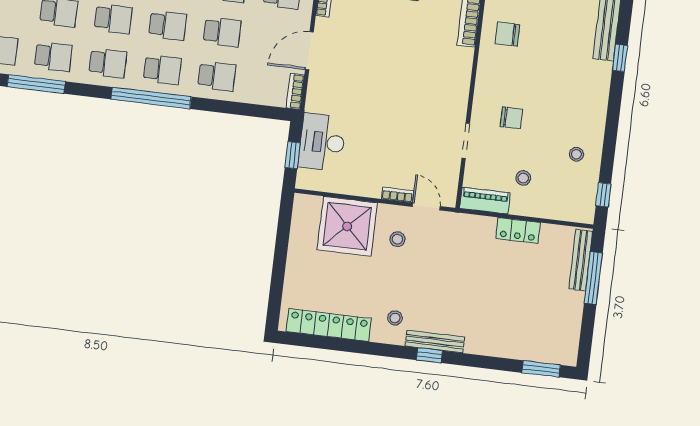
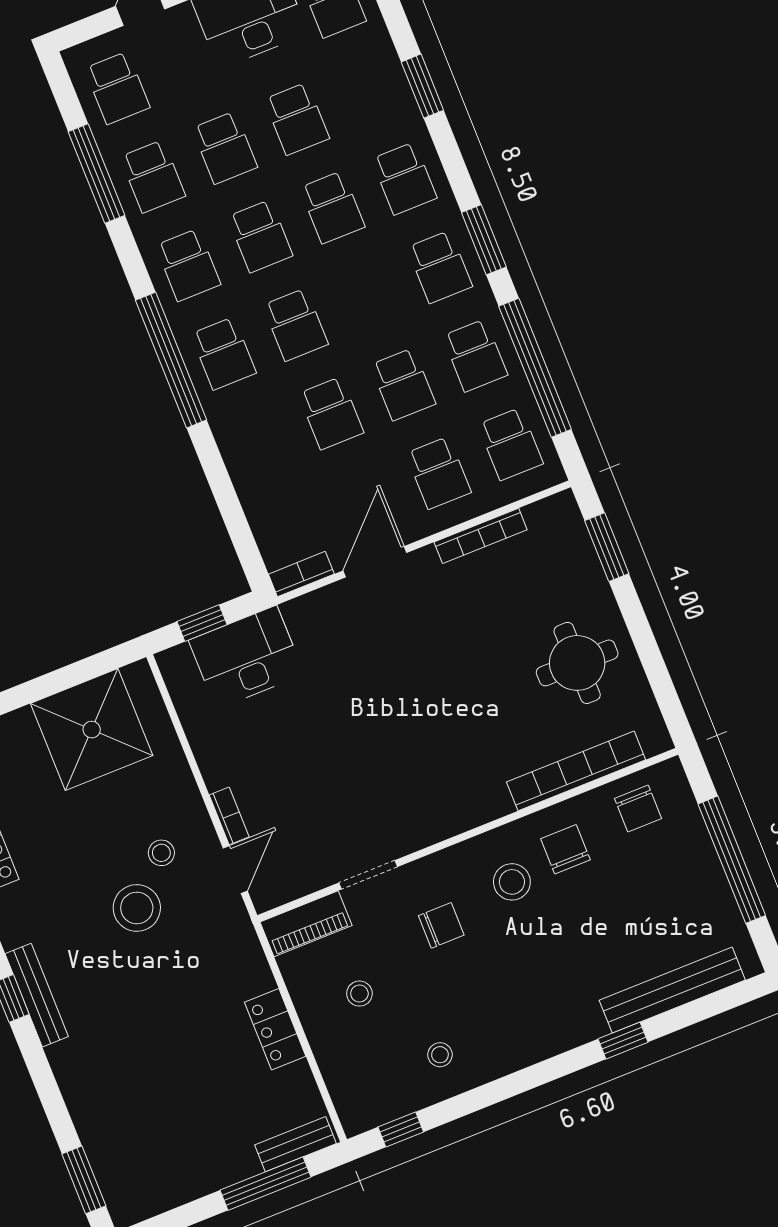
door: (309, 51) -> (375, 562), hinge flipped
stool: (509, 70) -> (512, 882), added
school desk: (217, 76) -> (259, 442), removed
chair: (511, 118) -> (441, 925), turned -90
piano: (485, 201) -> (306, 924), moved, turned 90
shower: (347, 226) -> (92, 730), moved
bench: (581, 260) -> (295, 1144), width x0.73
stool: (395, 318) -> (137, 908), moved, width x1.89, depth x1.89

